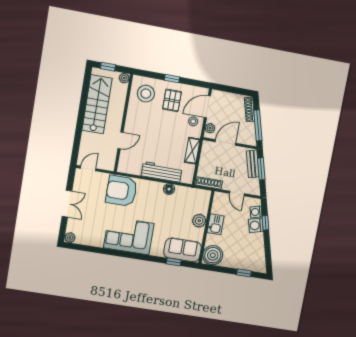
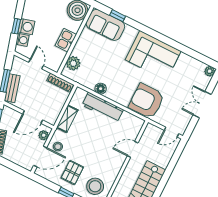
armchair: (122, 191) -> (147, 101), turned 180
plant: (199, 221) -> (73, 63), moved

